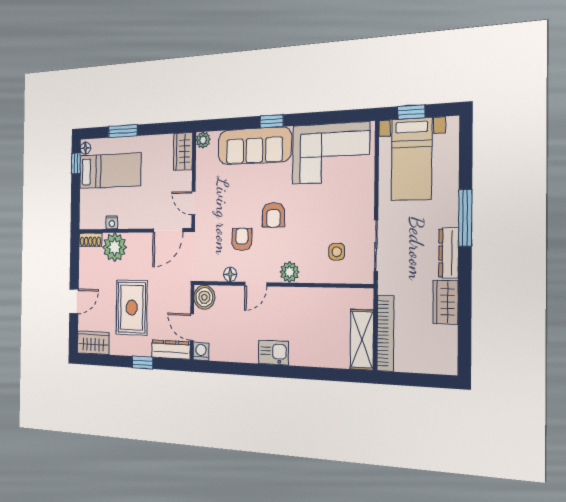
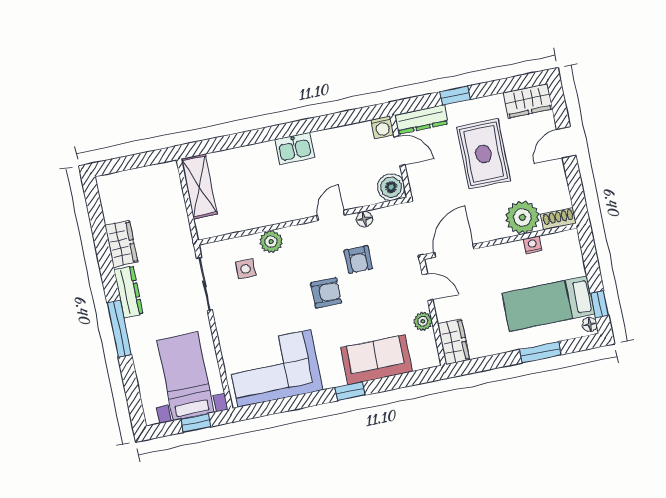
plant: (203, 140) -> (423, 321), moved
sofa: (254, 146) -> (376, 360), width x0.73
armchair: (273, 215) -> (326, 293), turned 90
plant: (290, 272) -> (271, 242), moved
bookcase: (385, 333) -> (176, 199), removed

